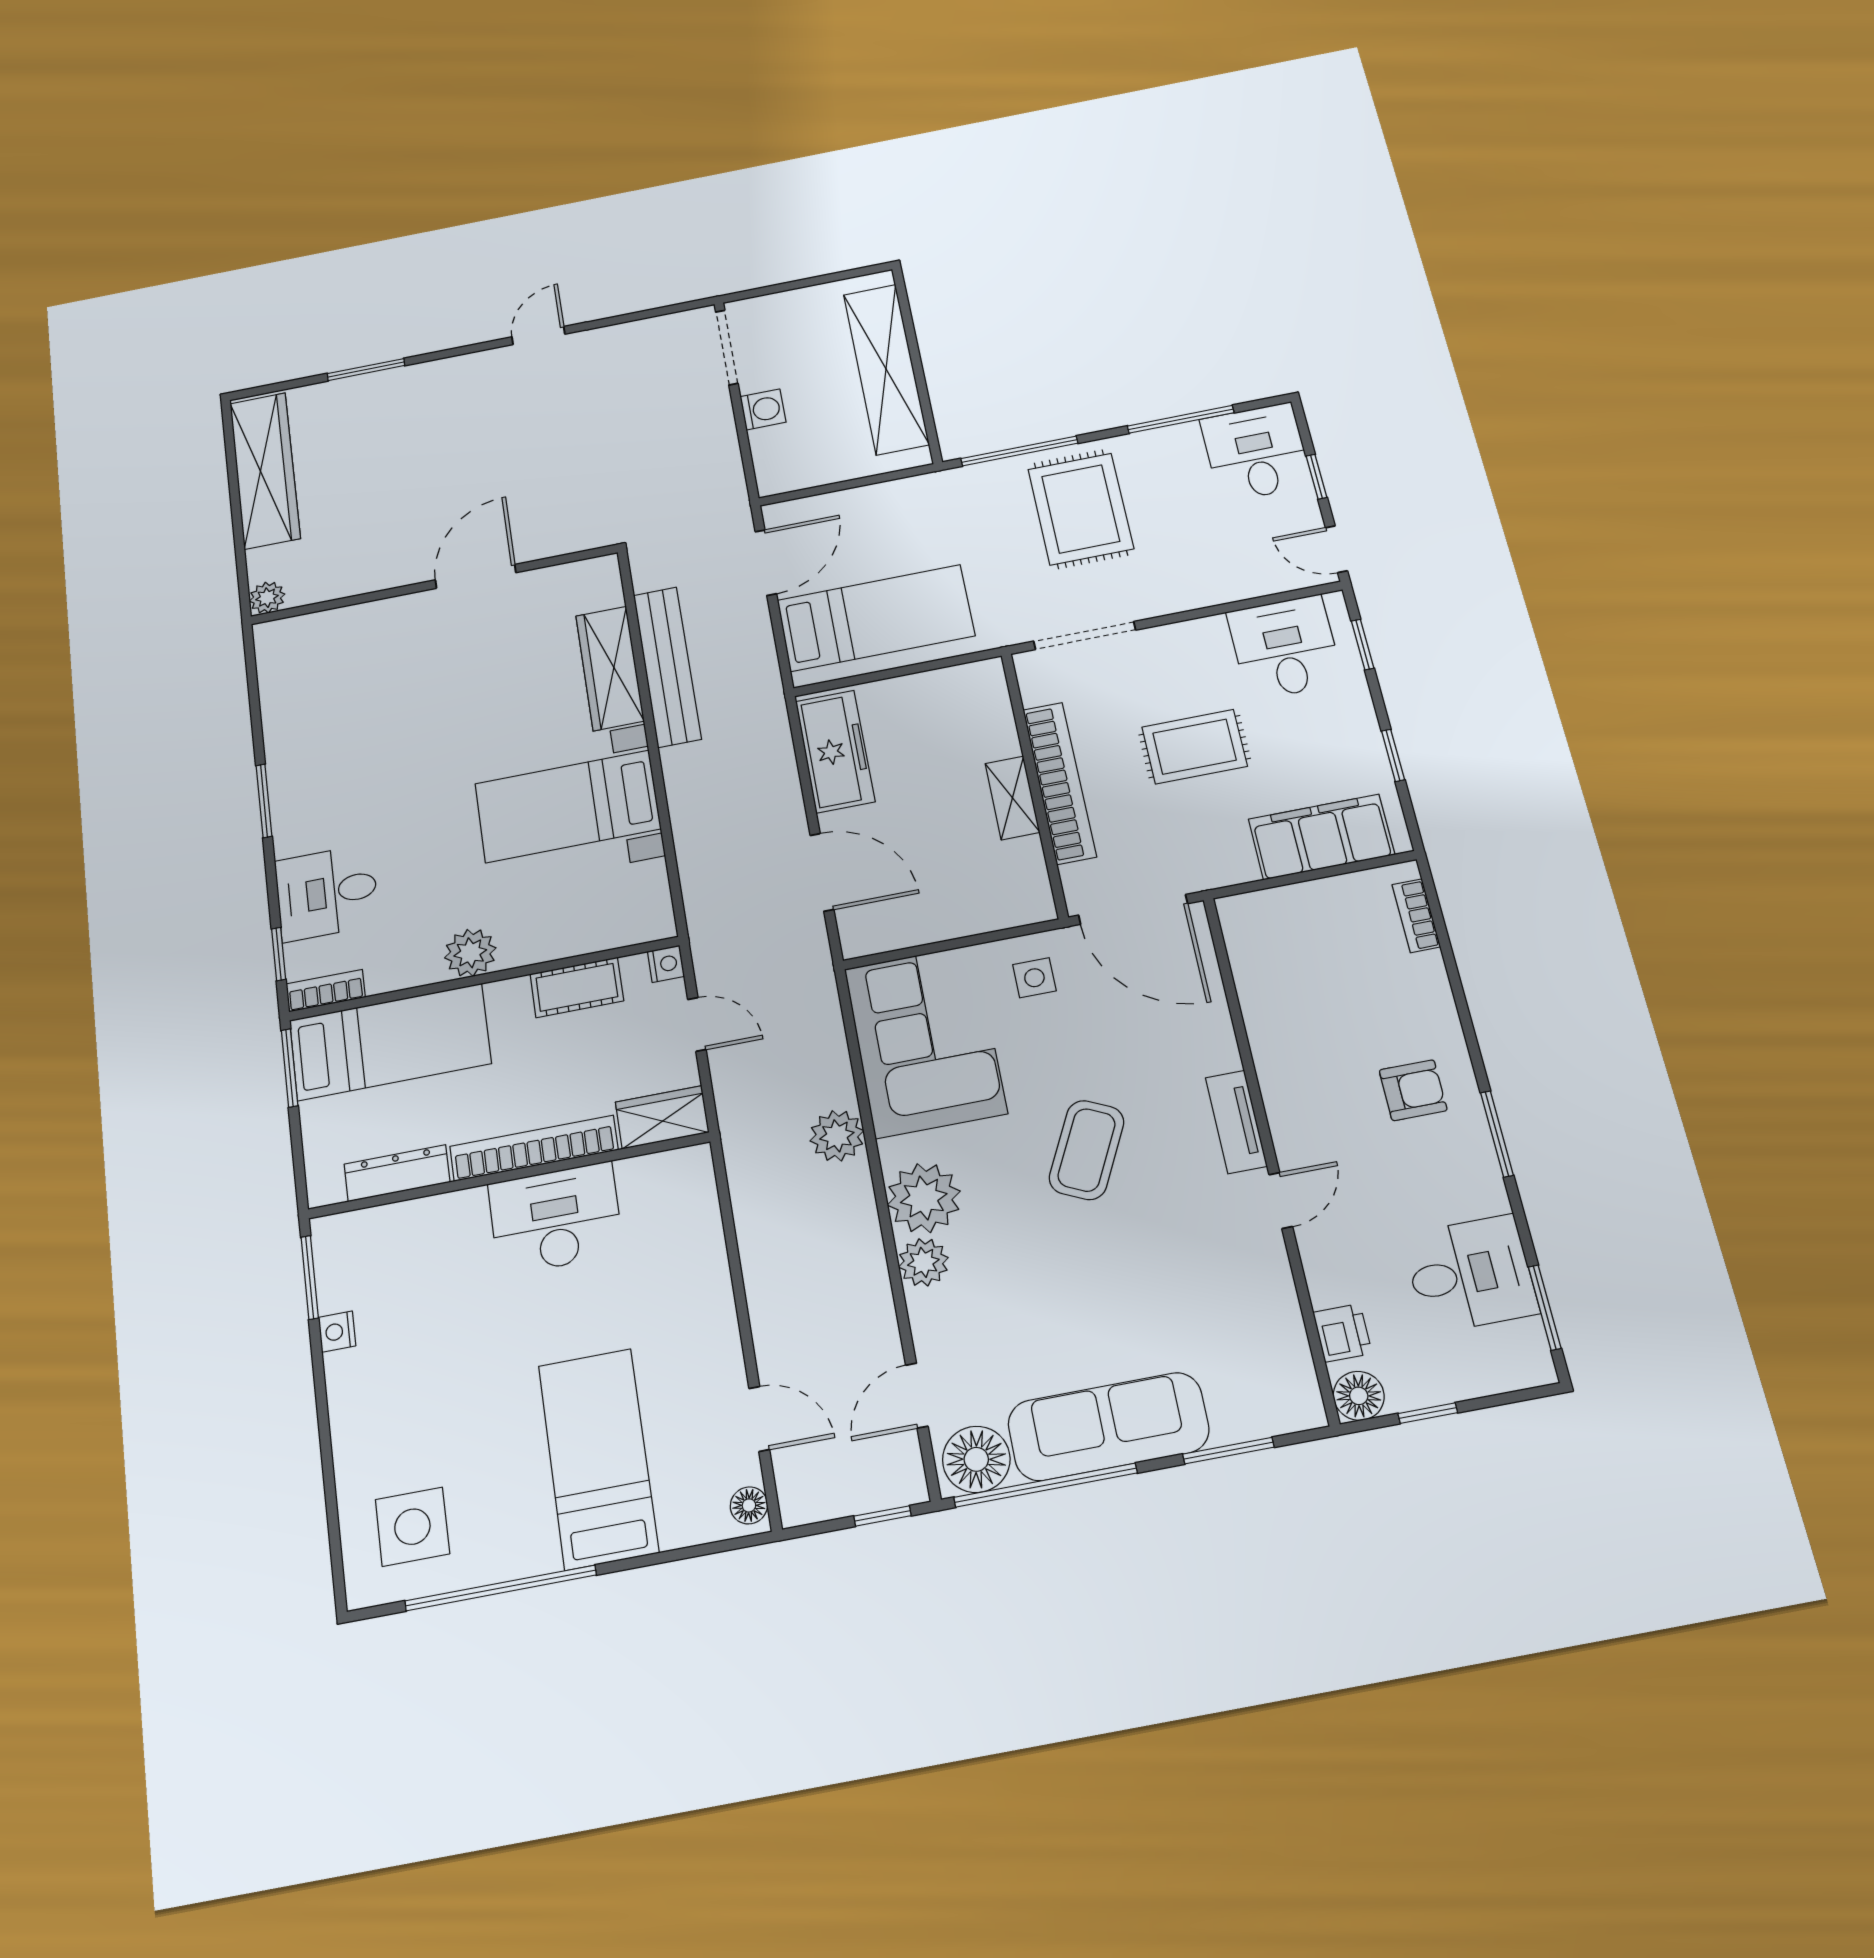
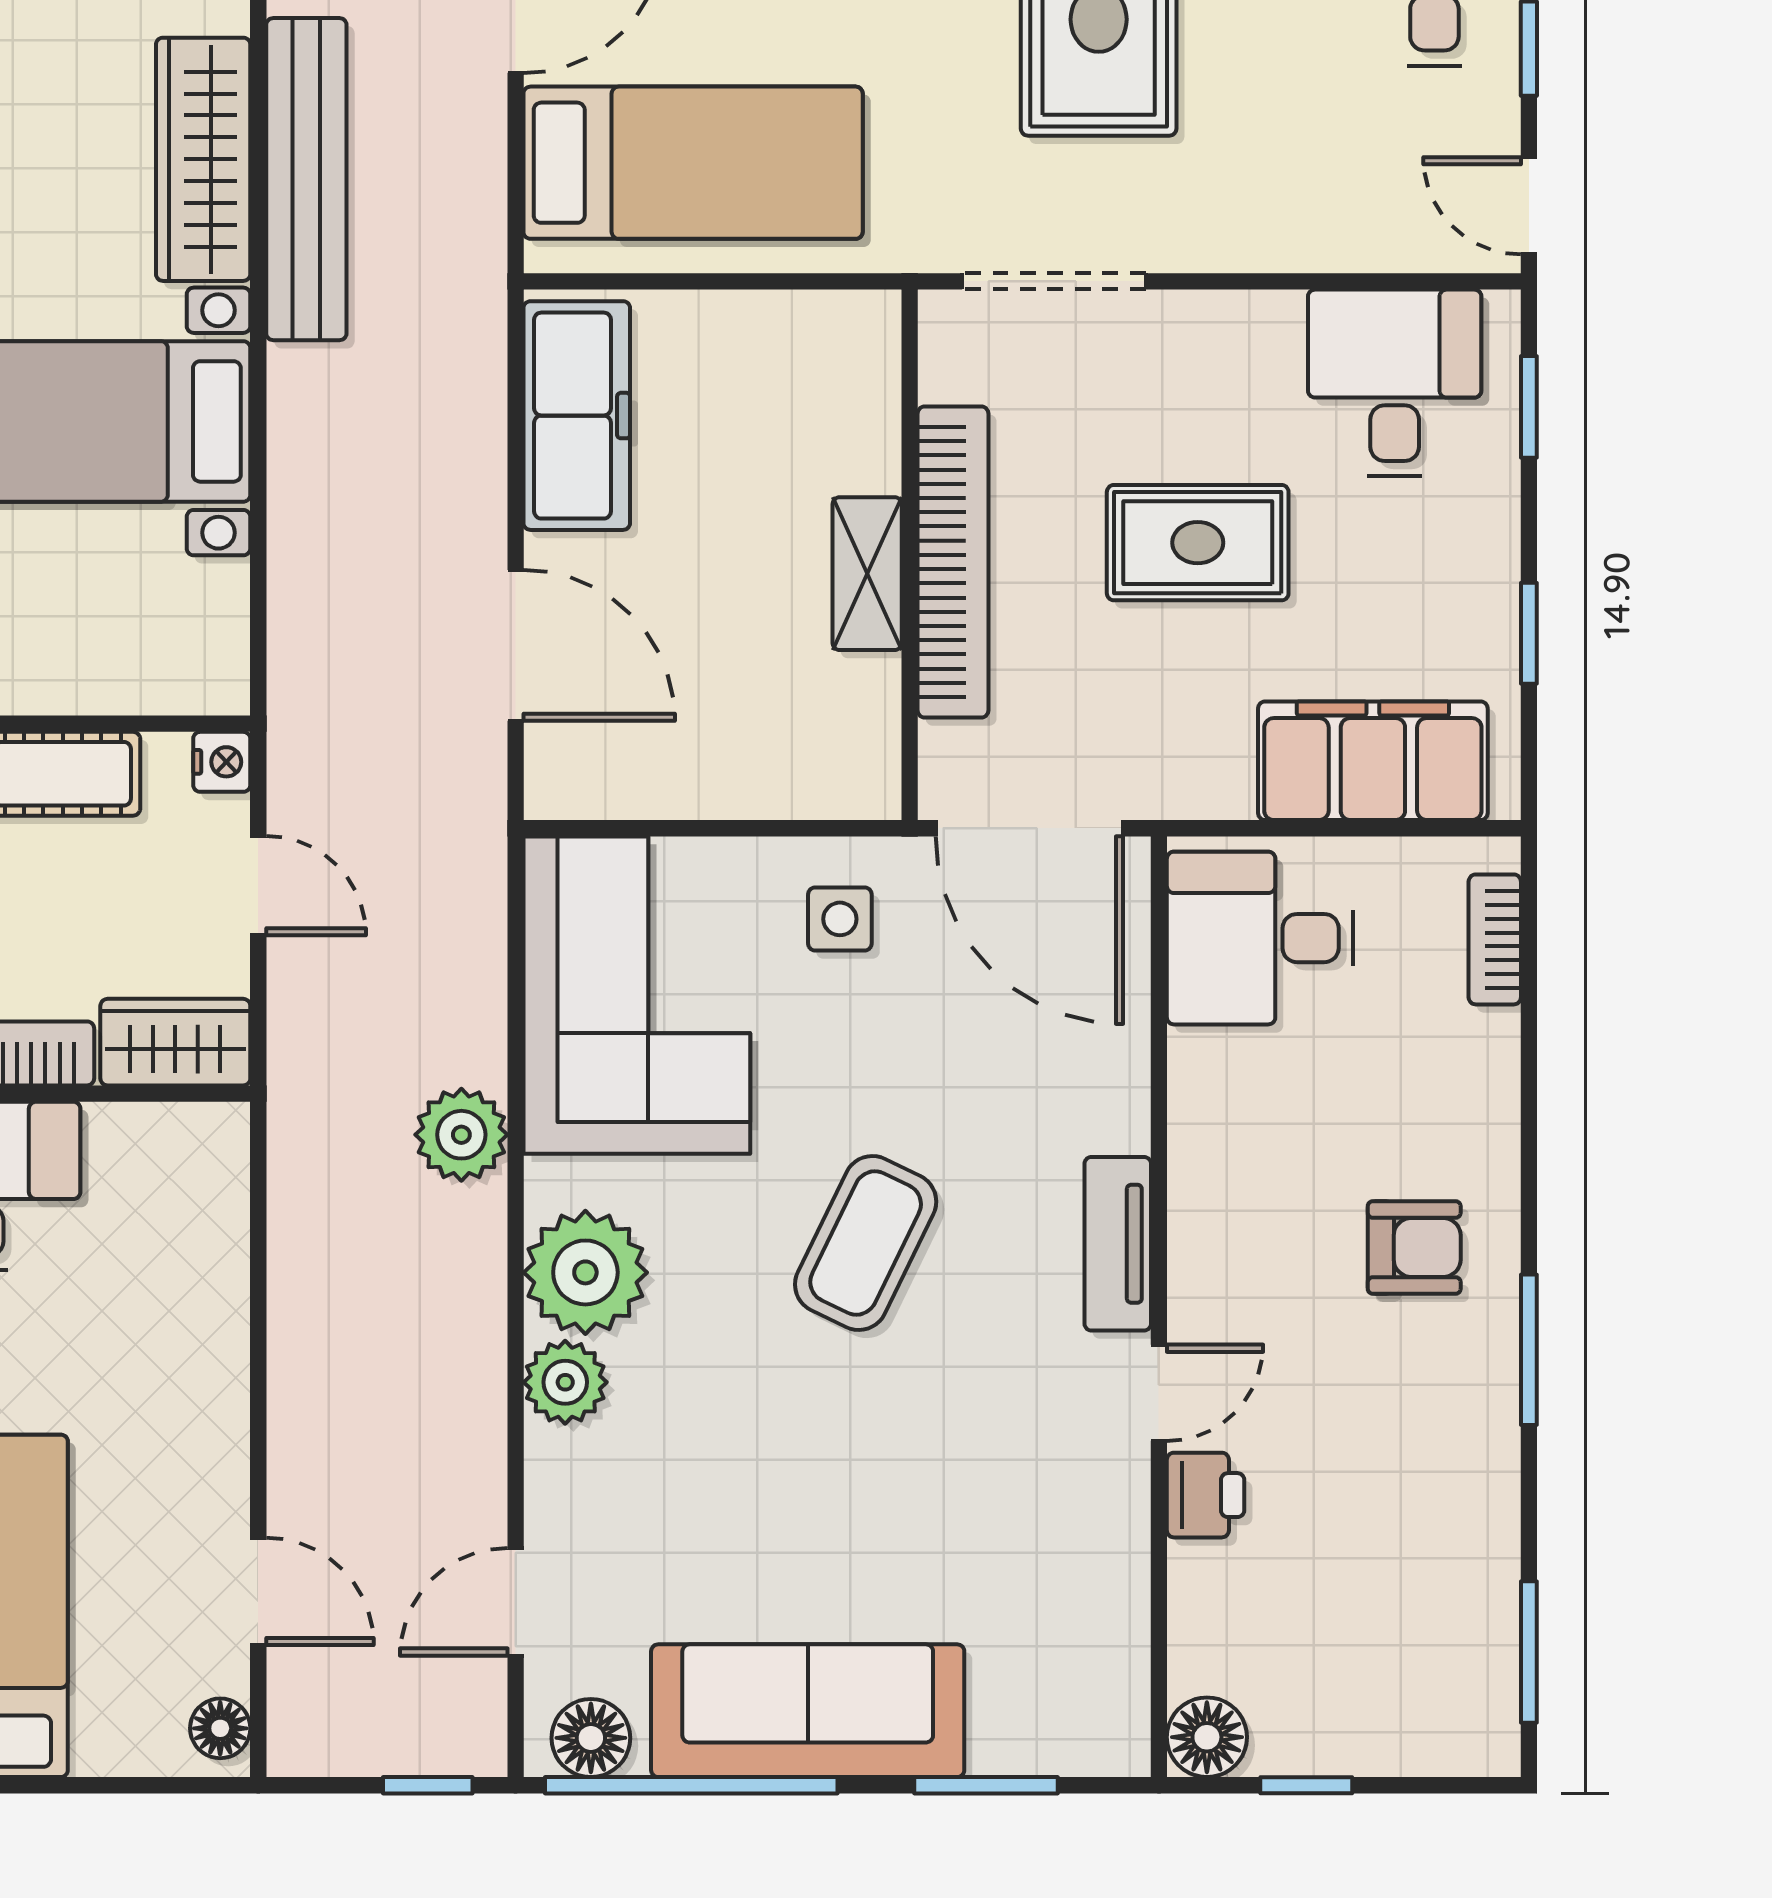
desk: (1470, 1274) -> (1260, 938), moved, turned 180
printer: (1342, 1333) -> (1206, 1495), moved
floor lamp: (976, 1459) -> (591, 1738), width x0.73, depth x0.73

